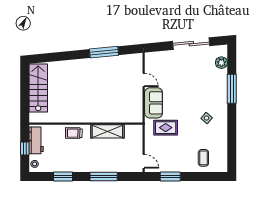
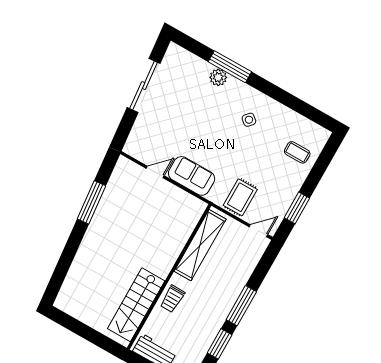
plant: (221, 63) -> (218, 77), moved
stairs: (38, 88) -> (136, 305), moved, turned -90
rug: (166, 128) -> (240, 197), moved
shelving: (107, 131) -> (200, 245), width x1.47
window: (104, 176) -> (241, 306), moved

